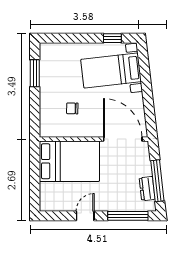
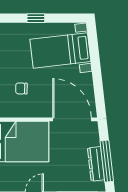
window: (112, 38) -> (36, 18), moved
dresser: (147, 189) -> (96, 164), width x1.44

